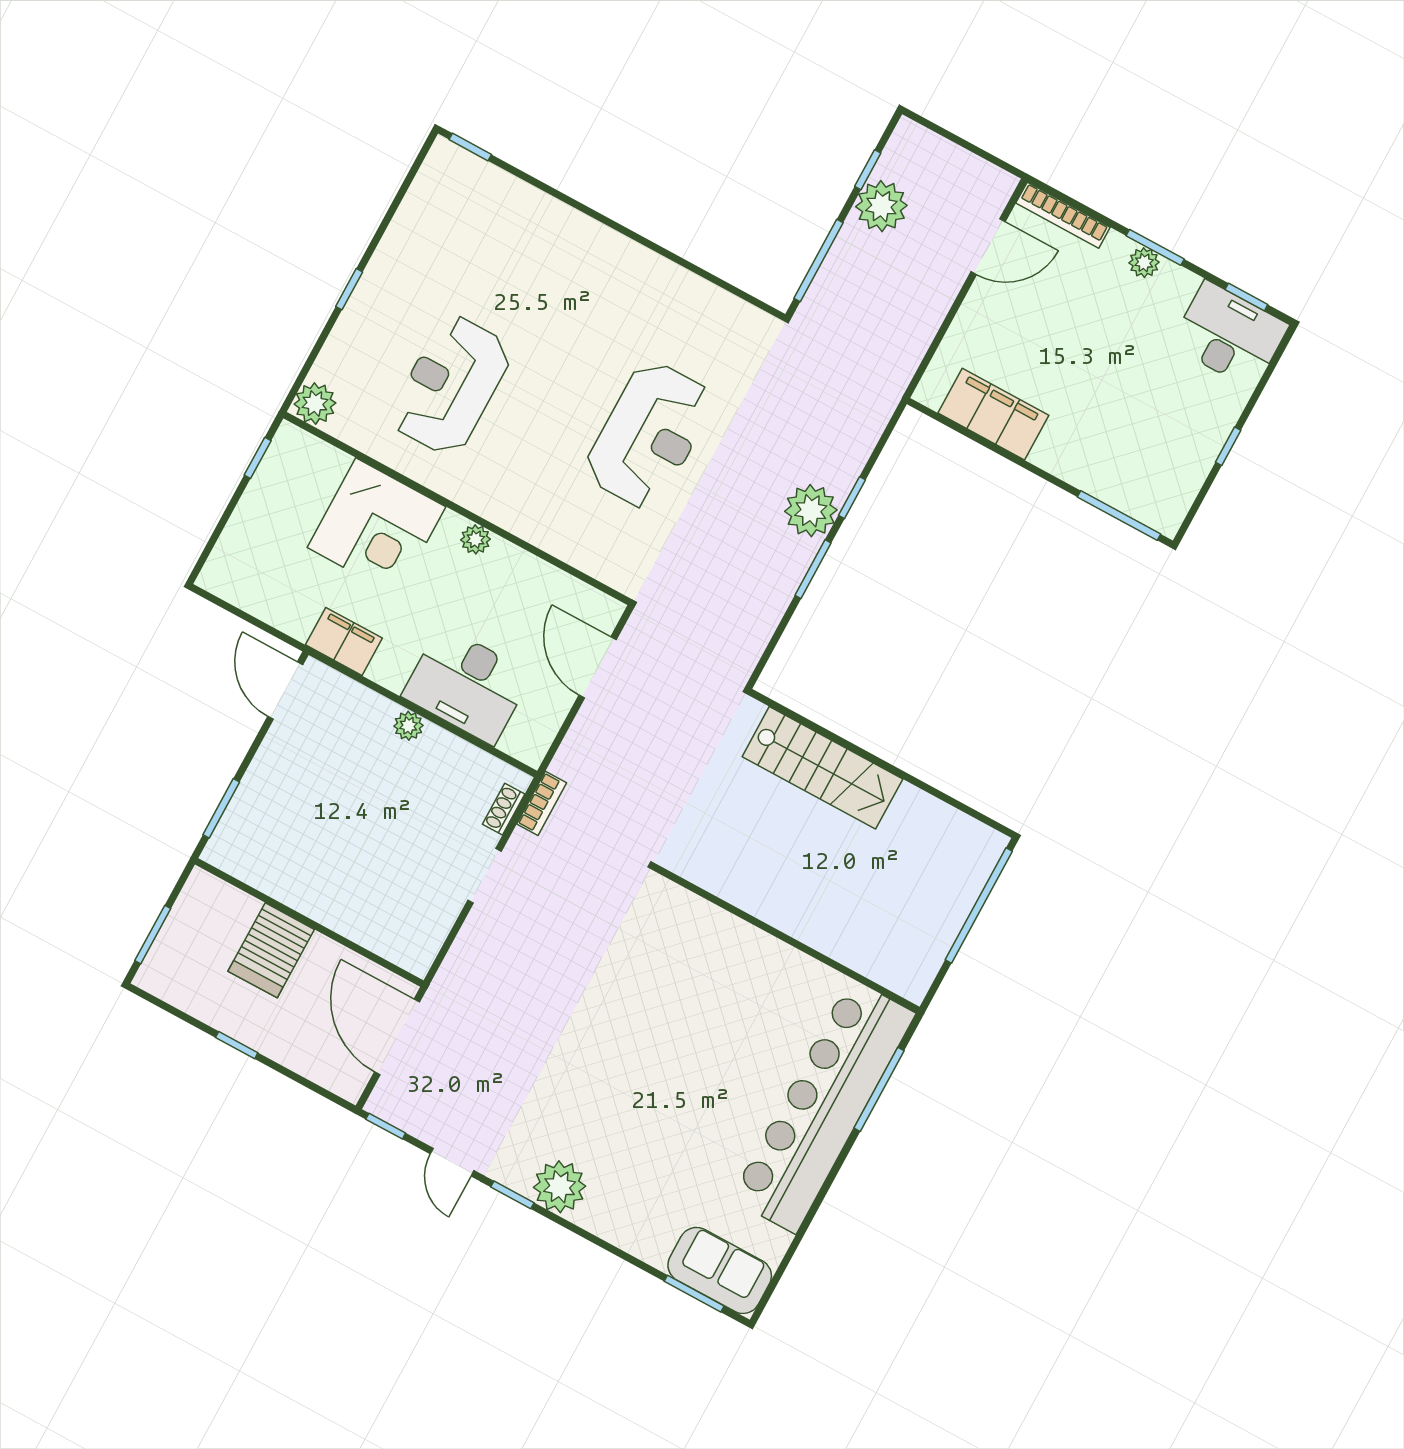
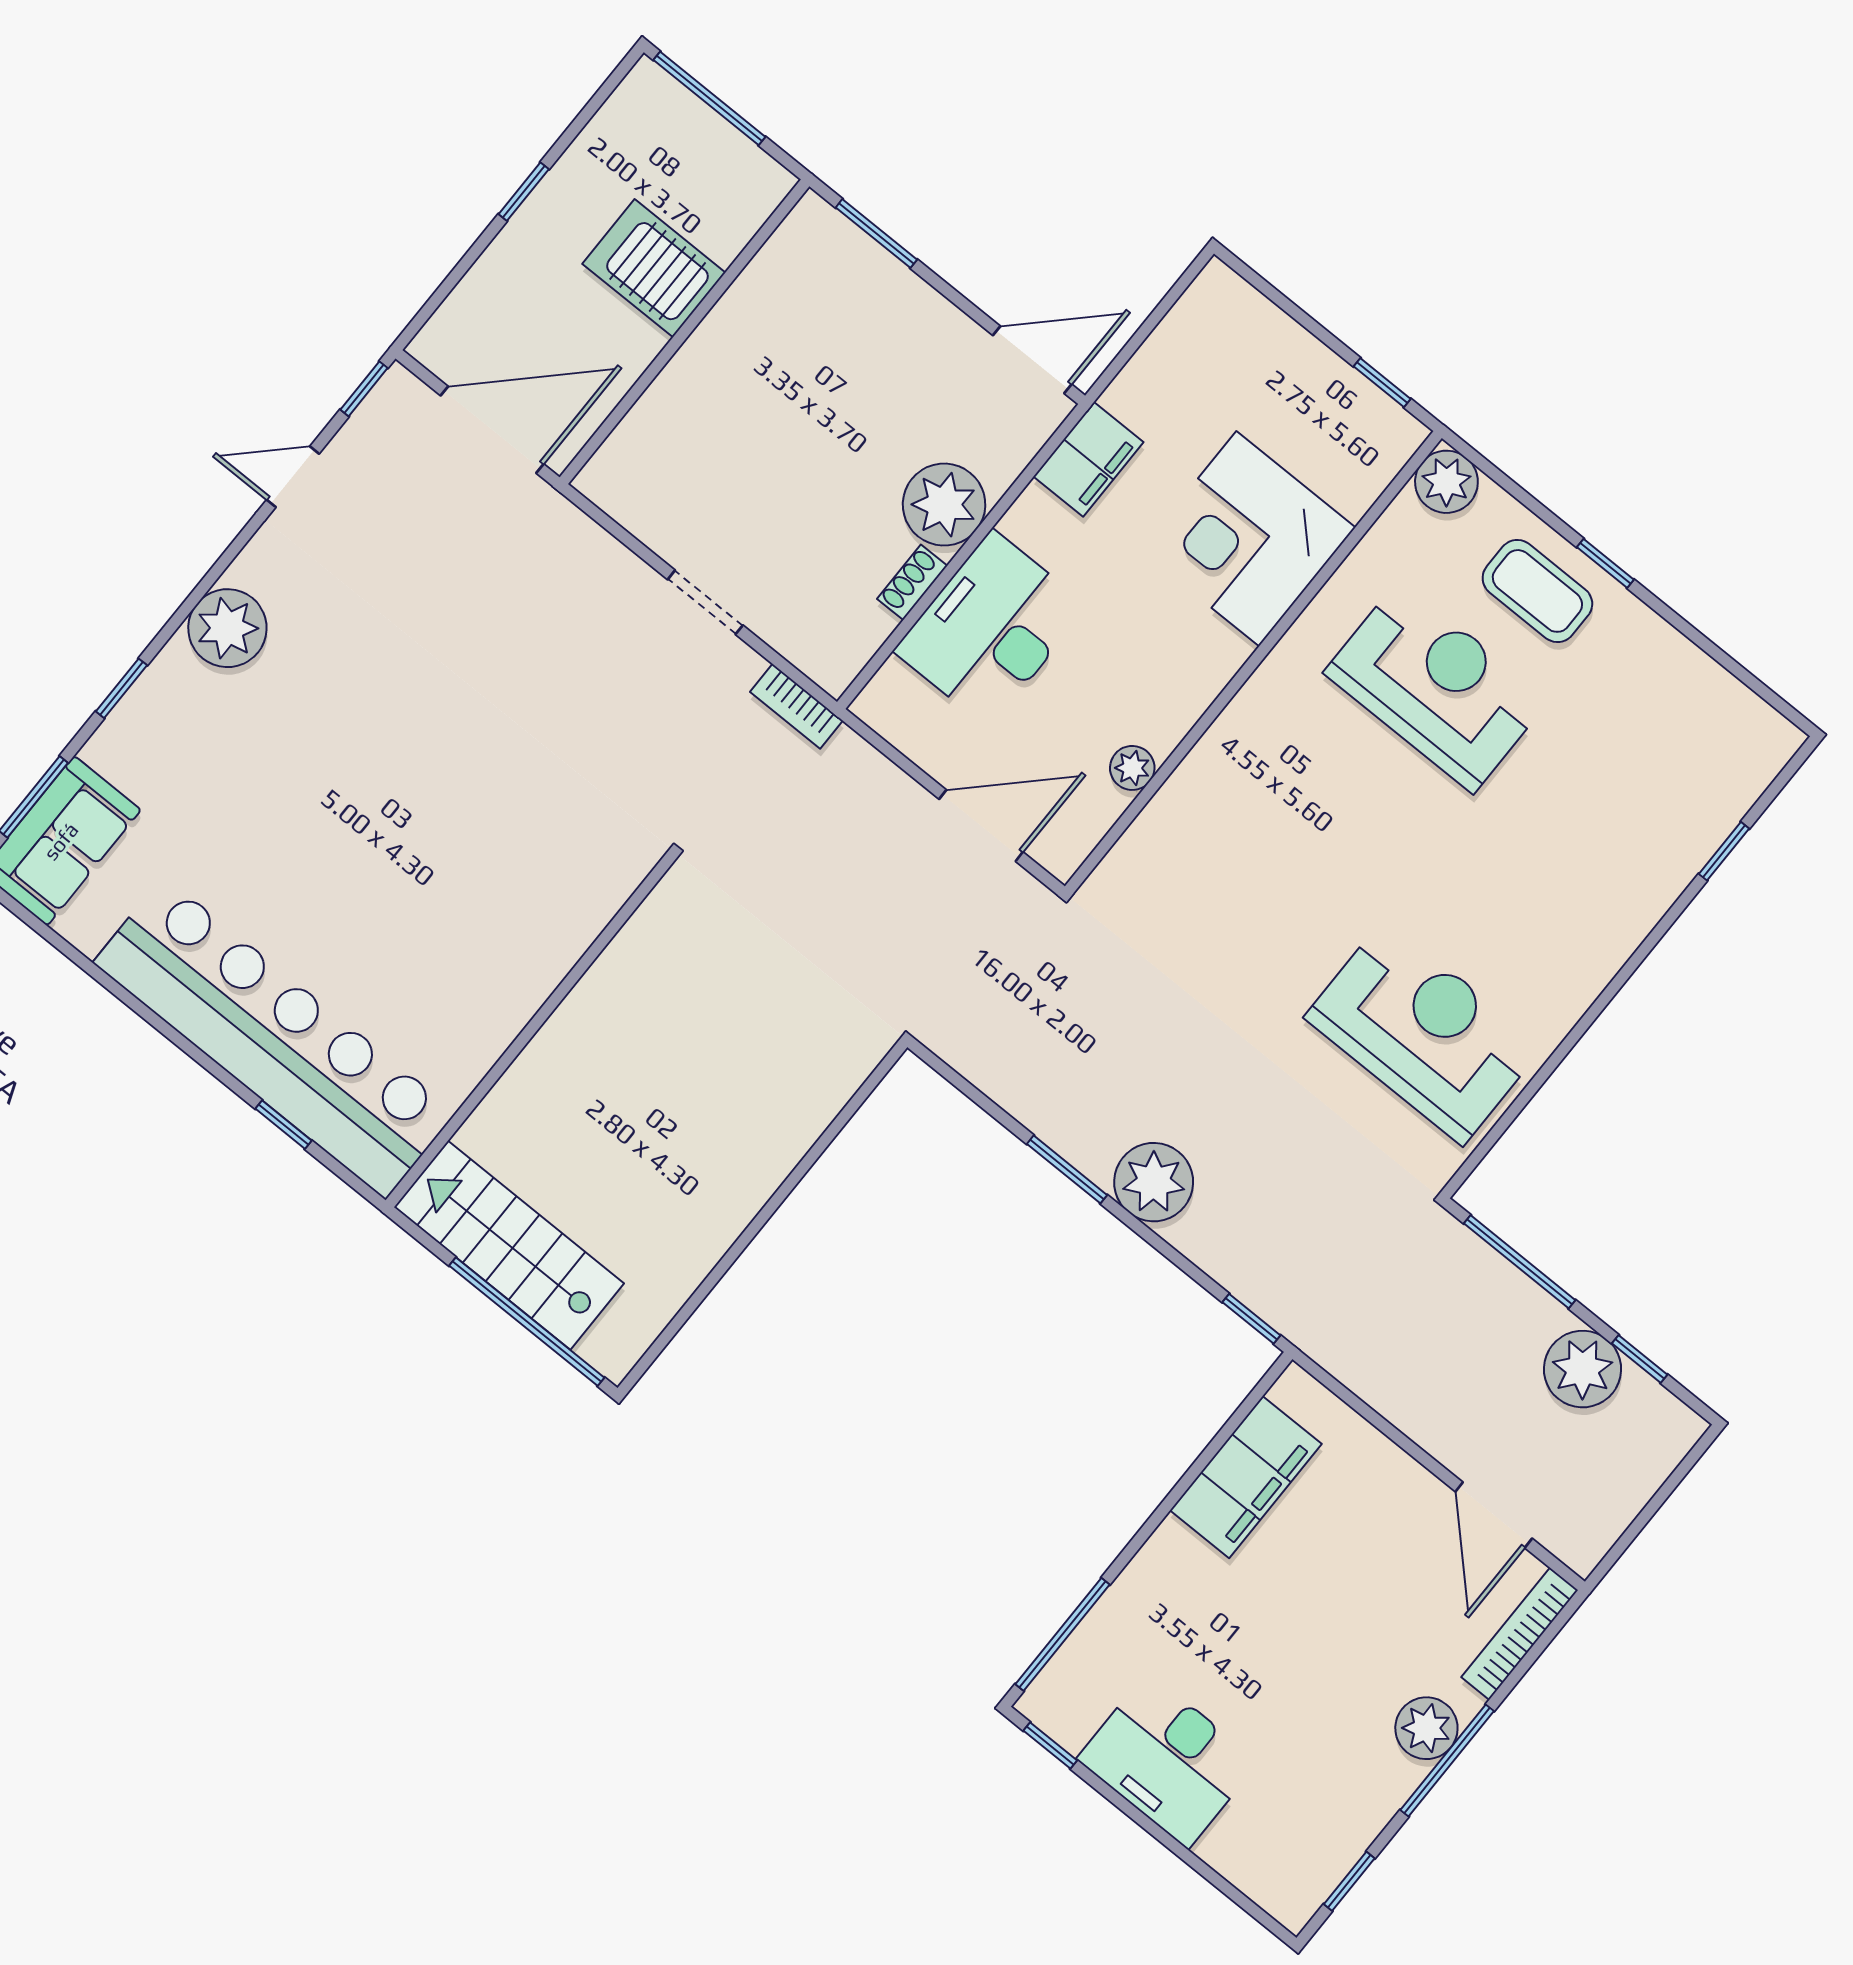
window: (470, 147) -> (1724, 851), moved
window: (1155, 247) -> (1447, 1760), width x1.44
plant: (1144, 263) -> (1426, 1728), width x1.38, depth x1.38
coffee table: (376, 330) -> (1537, 591), added
desk: (1229, 335) -> (1168, 1760), moved, turned 90
reception desk: (649, 435) -> (1424, 1032), moved, turned 180
window: (1228, 446) -> (1050, 1746), moved
window: (852, 498) -> (1251, 1319), moved
plant: (475, 539) -> (1132, 768), moved
plant: (408, 726) -> (944, 505), width x1.87, depth x1.87
stairs: (822, 768) -> (509, 1245), moved, turned 90
shoe rack: (504, 809) -> (912, 582), moved, turned -90
window: (153, 935) -> (709, 98), width x1.44
window: (879, 1089) -> (284, 1125), width x0.46
window: (512, 1195) -> (121, 688), moved

